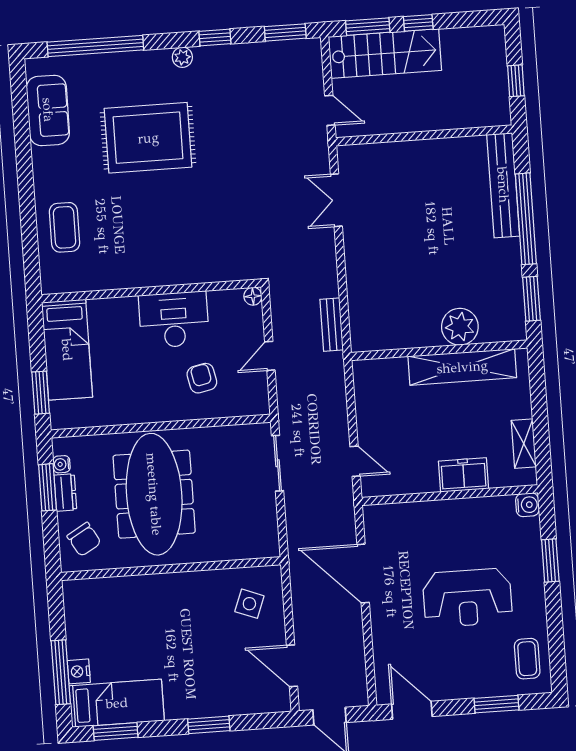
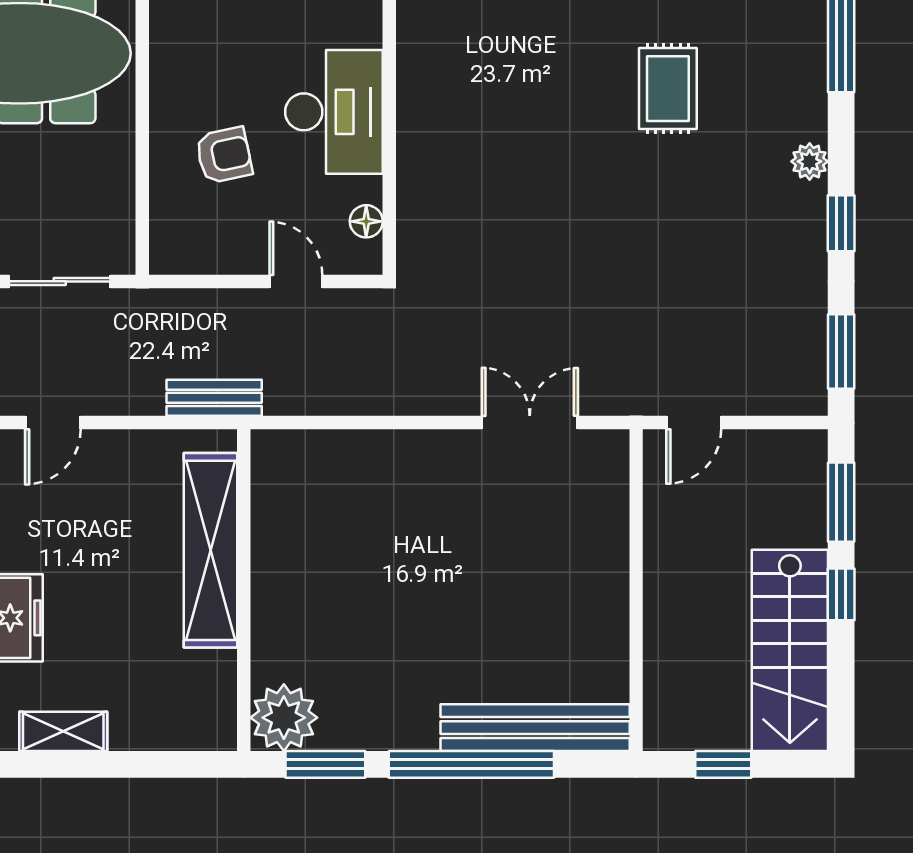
stairs: (385, 54) -> (790, 650), moved
rug: (148, 138) -> (668, 89), width x0.54, depth x0.49
floor lamp: (253, 296) -> (366, 221), moved
bench: (332, 325) -> (214, 398), moved
plant: (460, 327) -> (284, 718), moved
door: (270, 356) -> (296, 281), moved
shelving: (462, 367) -> (211, 550), moved

